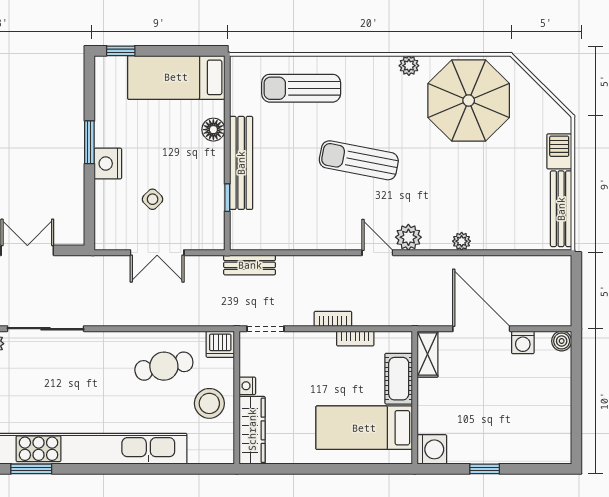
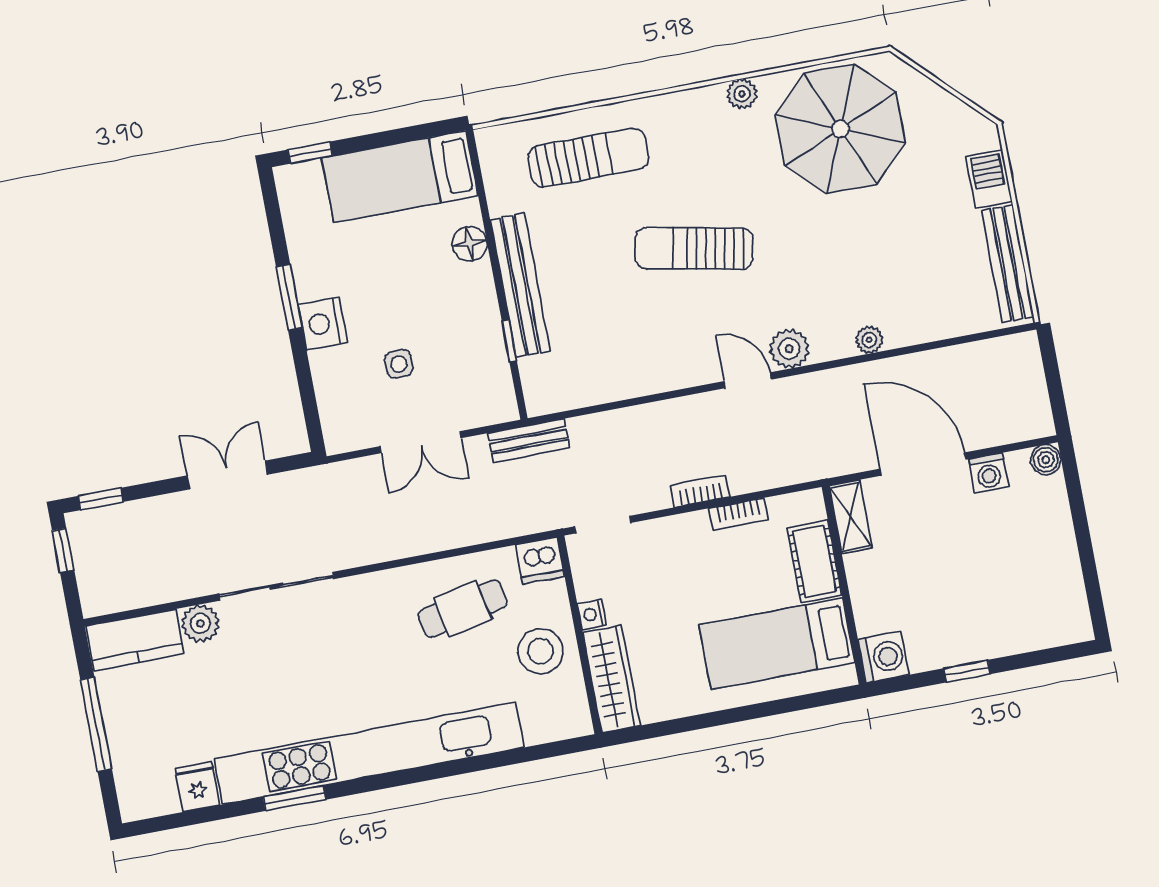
sun lounger: (301, 88) -> (588, 158), turned 180
side table: (153, 199) -> (399, 364), turned 45
bench: (250, 265) -> (529, 441), moved

